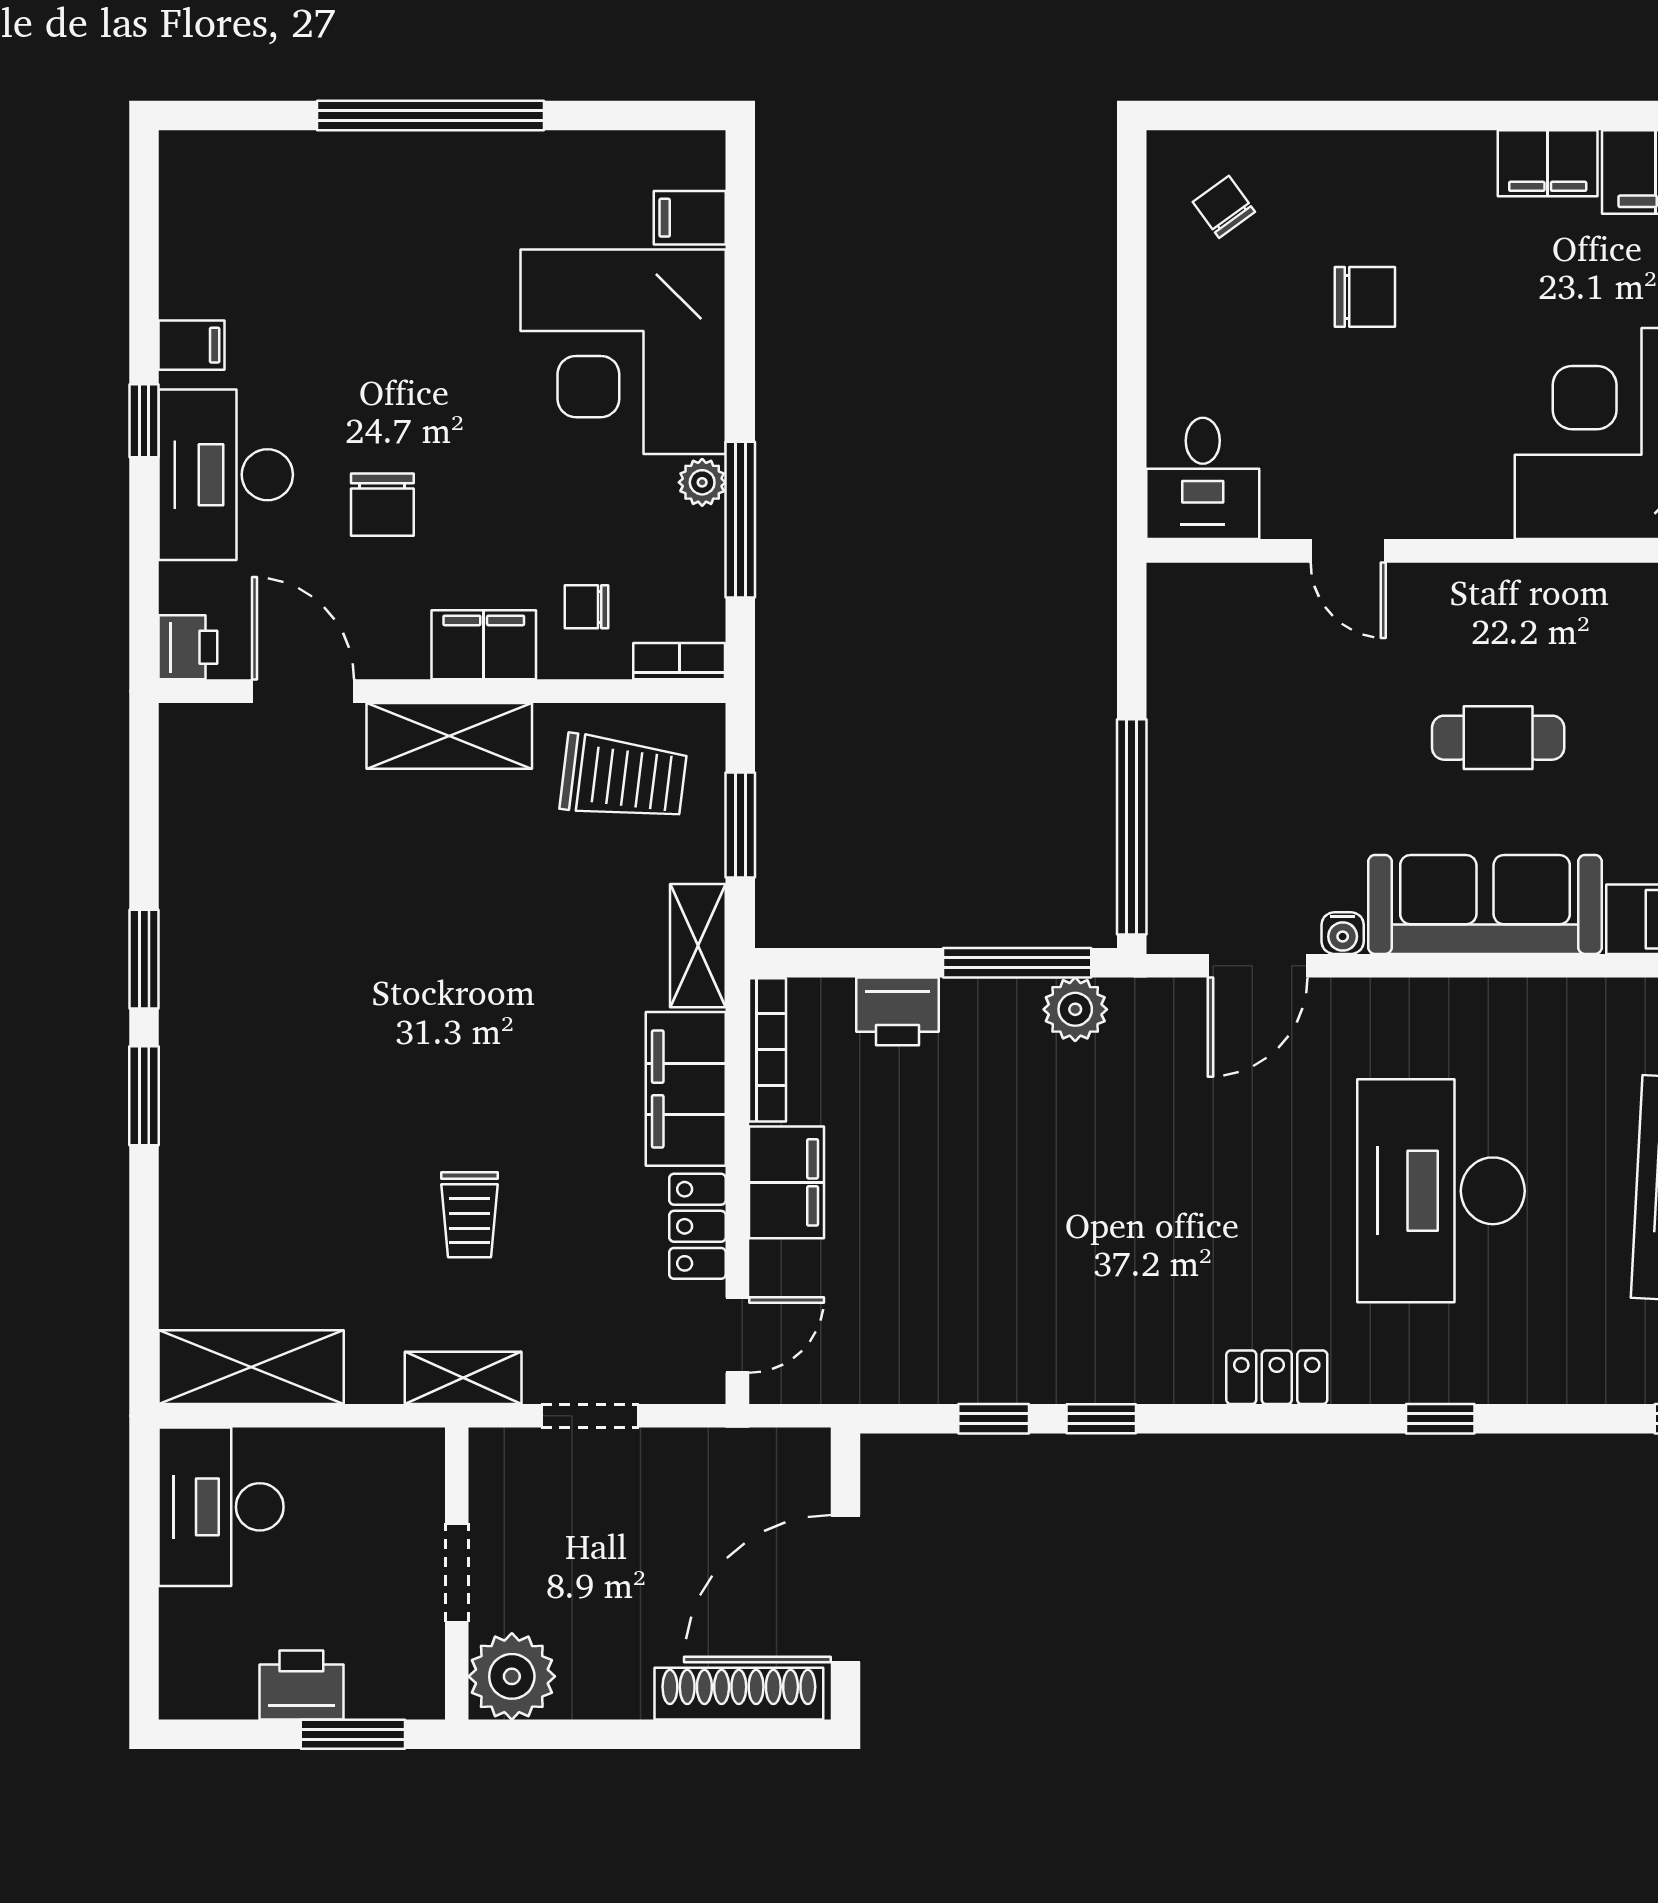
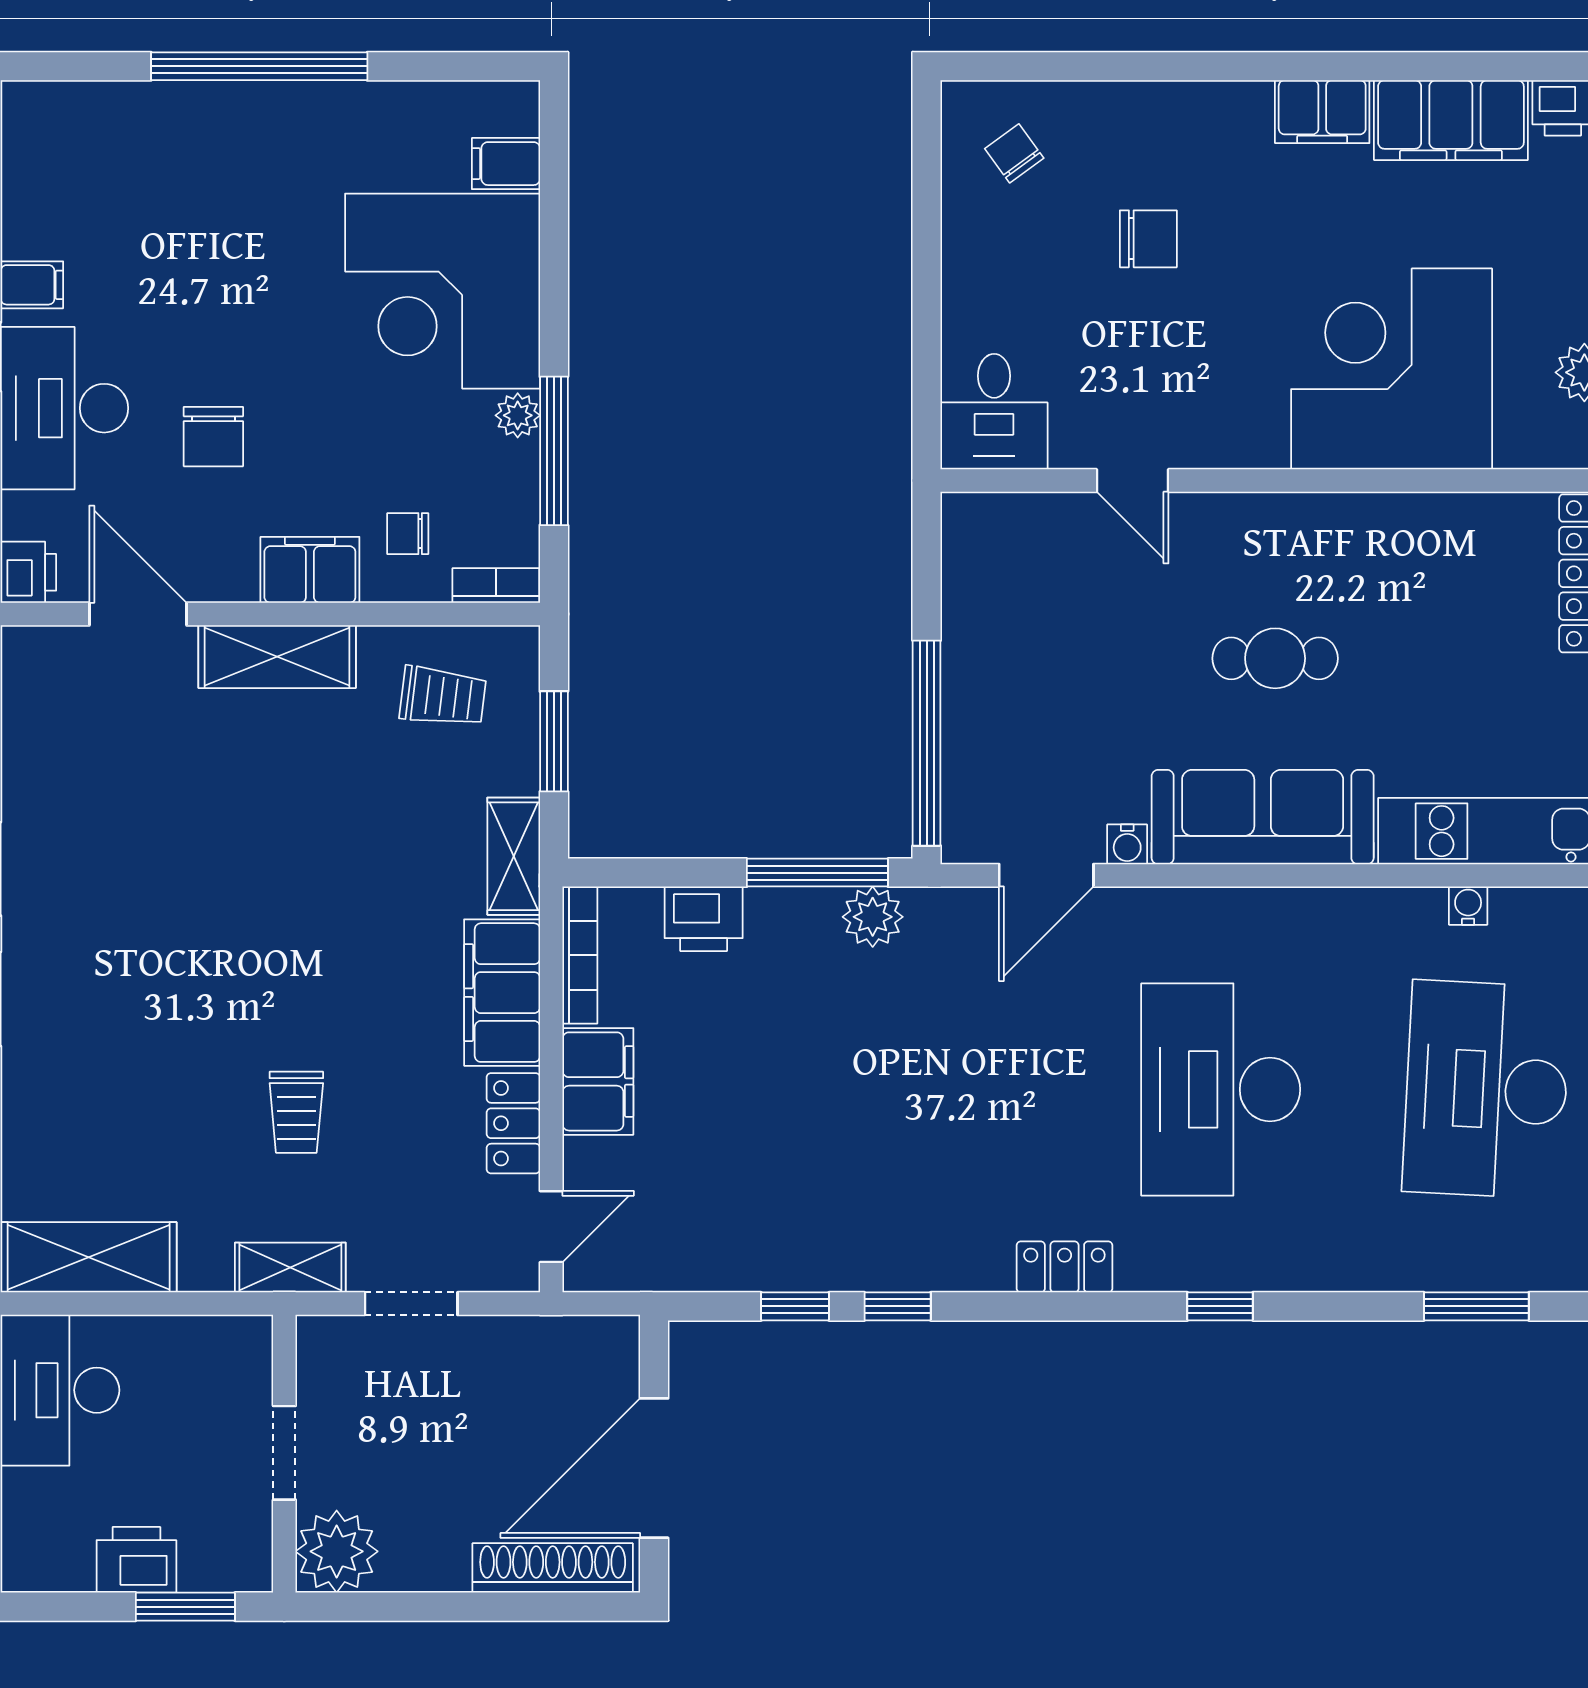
trolley: (623, 778) -> (443, 697), width x0.73, depth x0.72

